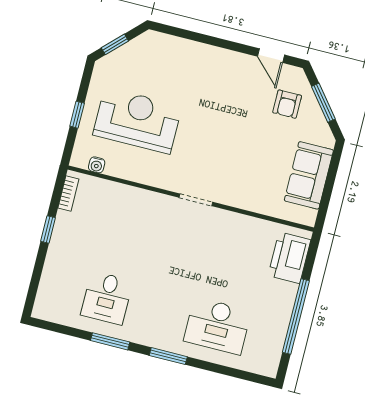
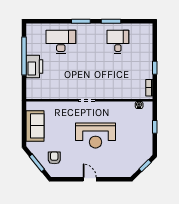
door: (271, 56) -> (90, 179), moved
reception desk: (137, 120) -> (95, 136), moved
printer: (289, 258) -> (34, 67), moved

